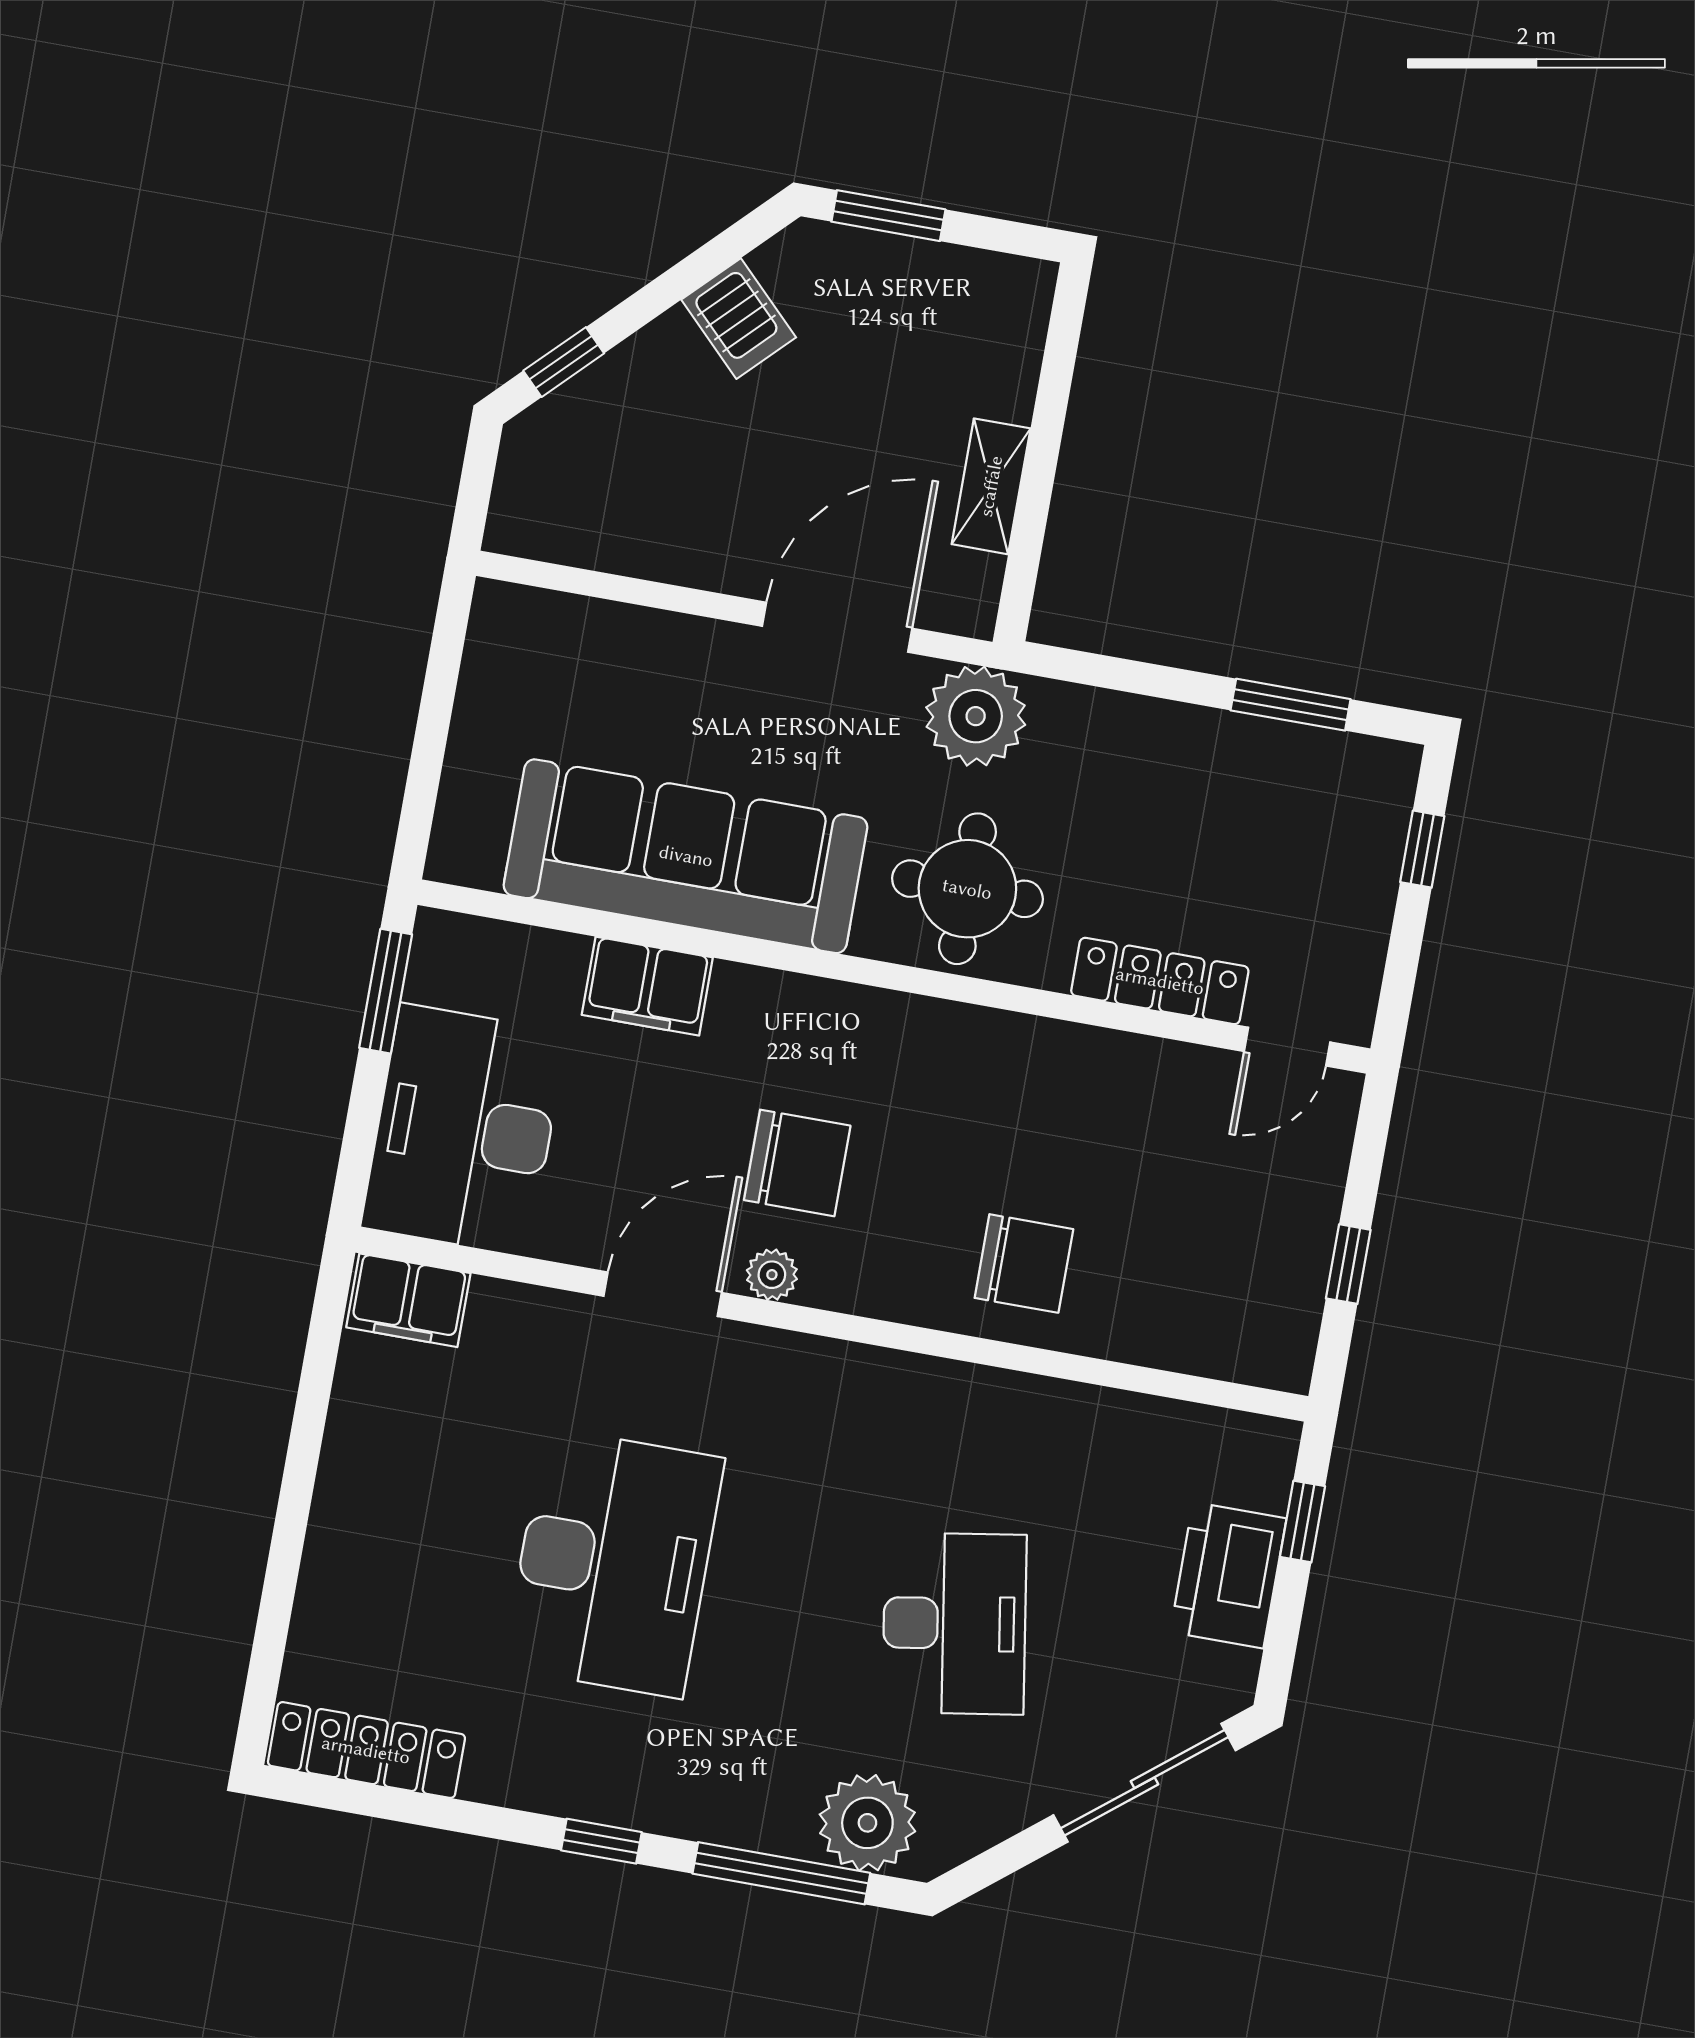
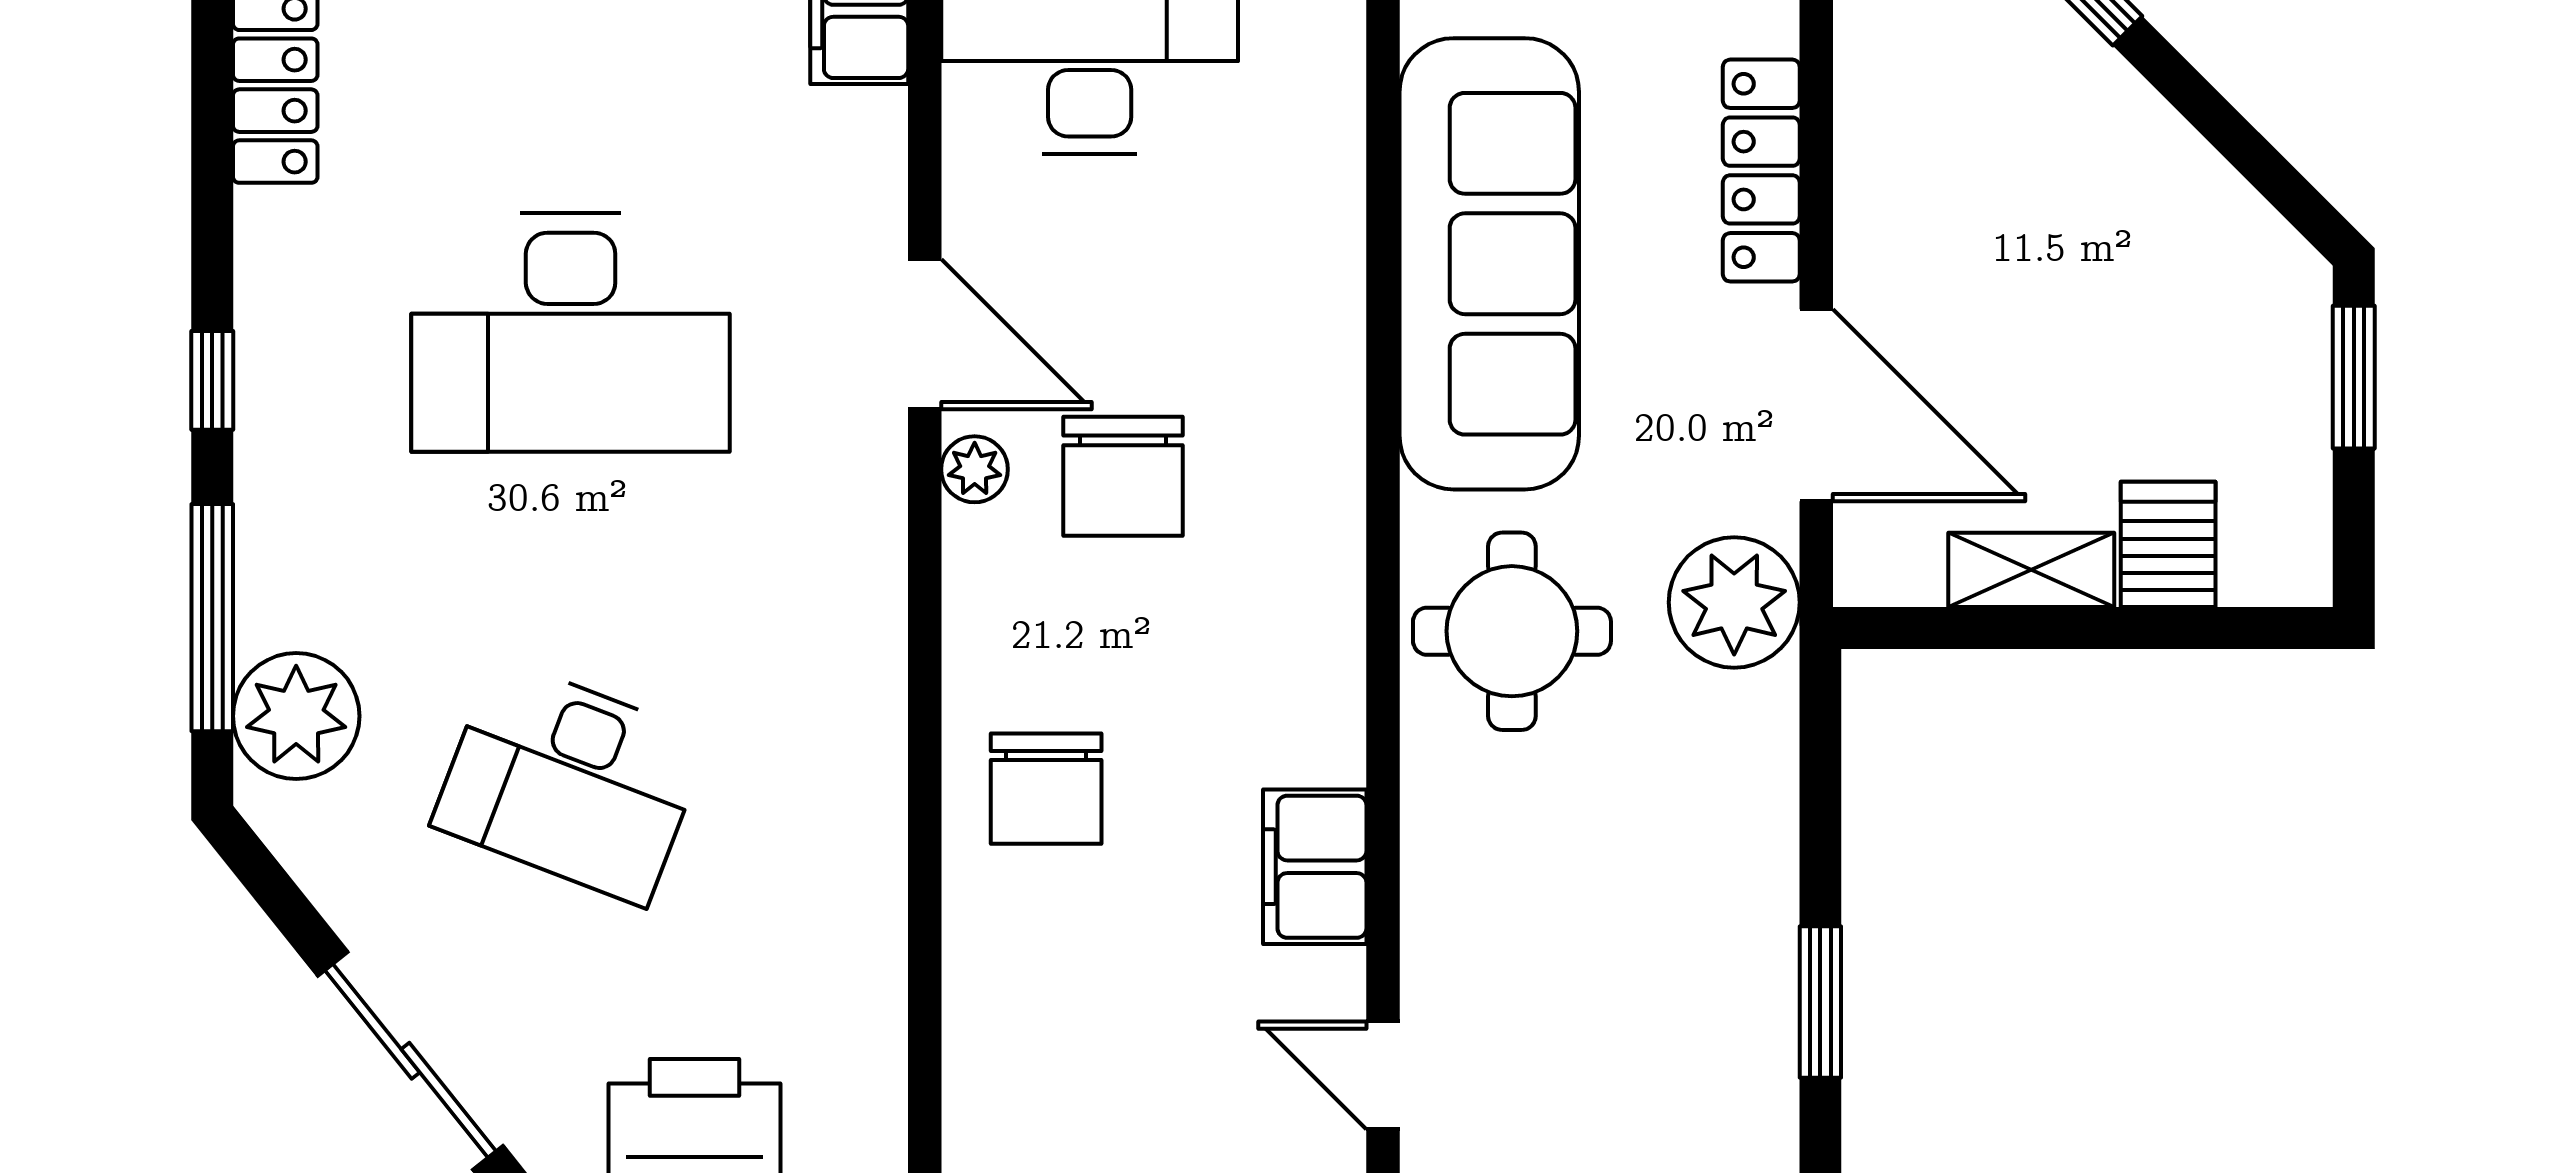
server rack: (739, 319) -> (2168, 544), moved, turned 135
locker: (1160, 981) -> (1761, 171), moved, turned 180
filing cabinet: (647, 986) -> (1315, 867), moved
desk: (954, 1624) -> (571, 782), turned 30

